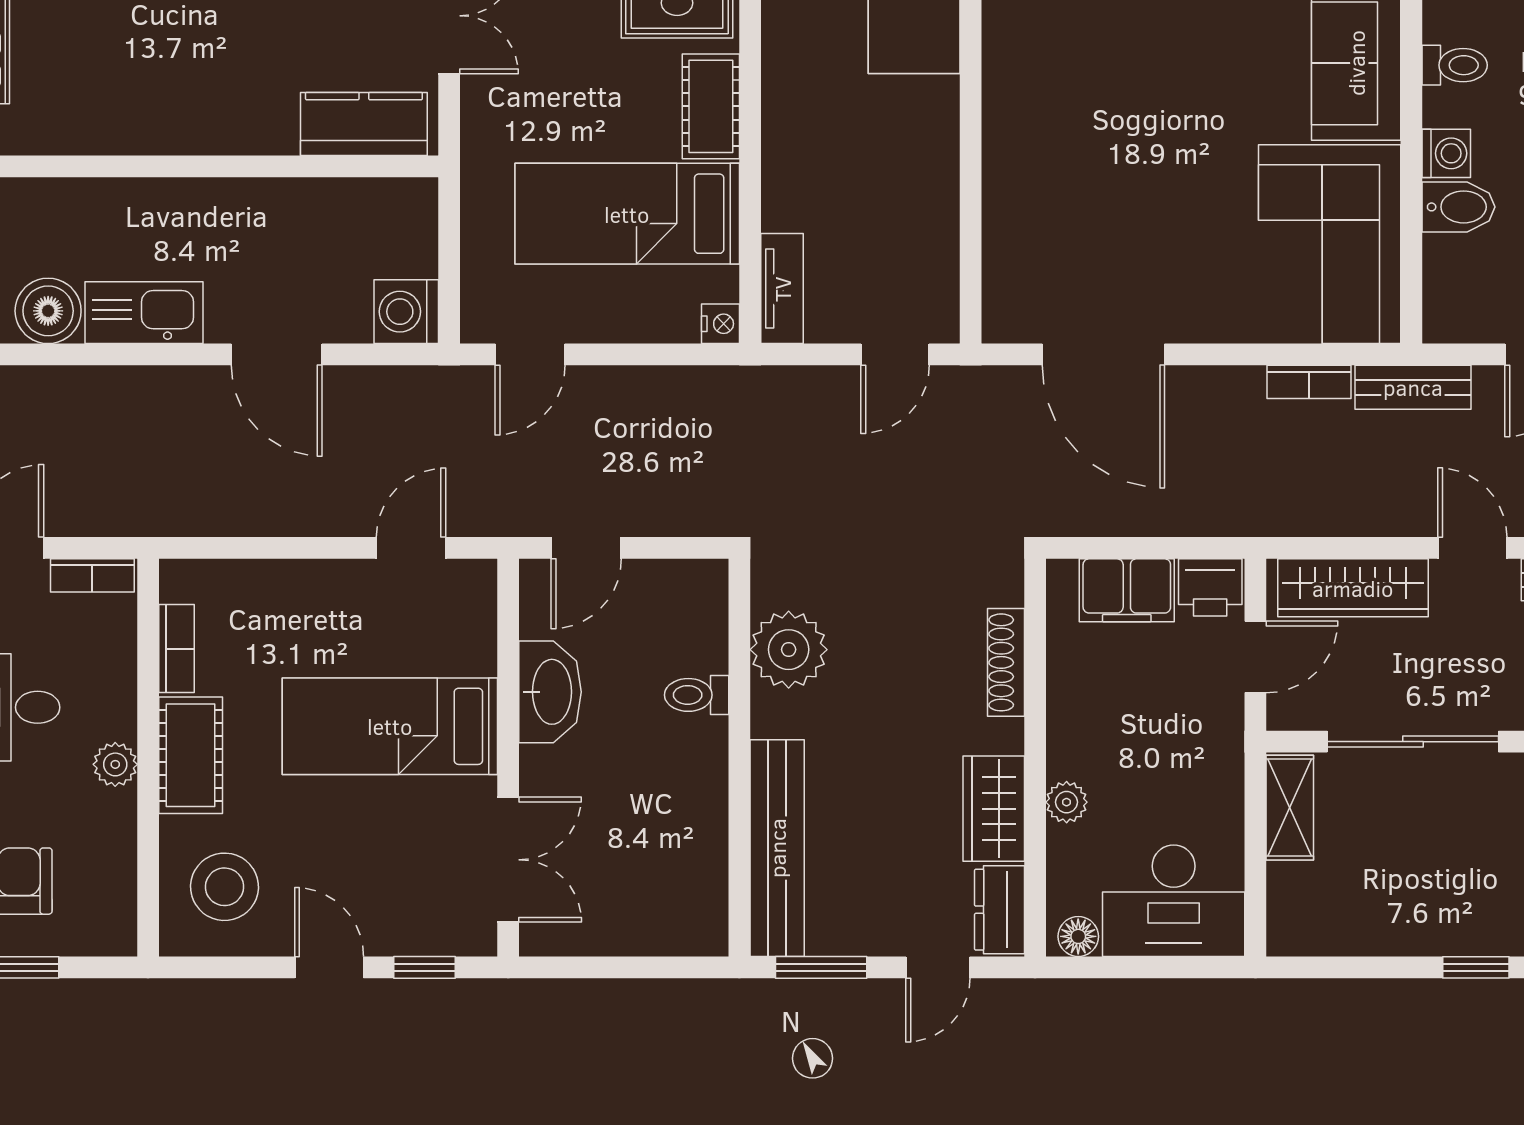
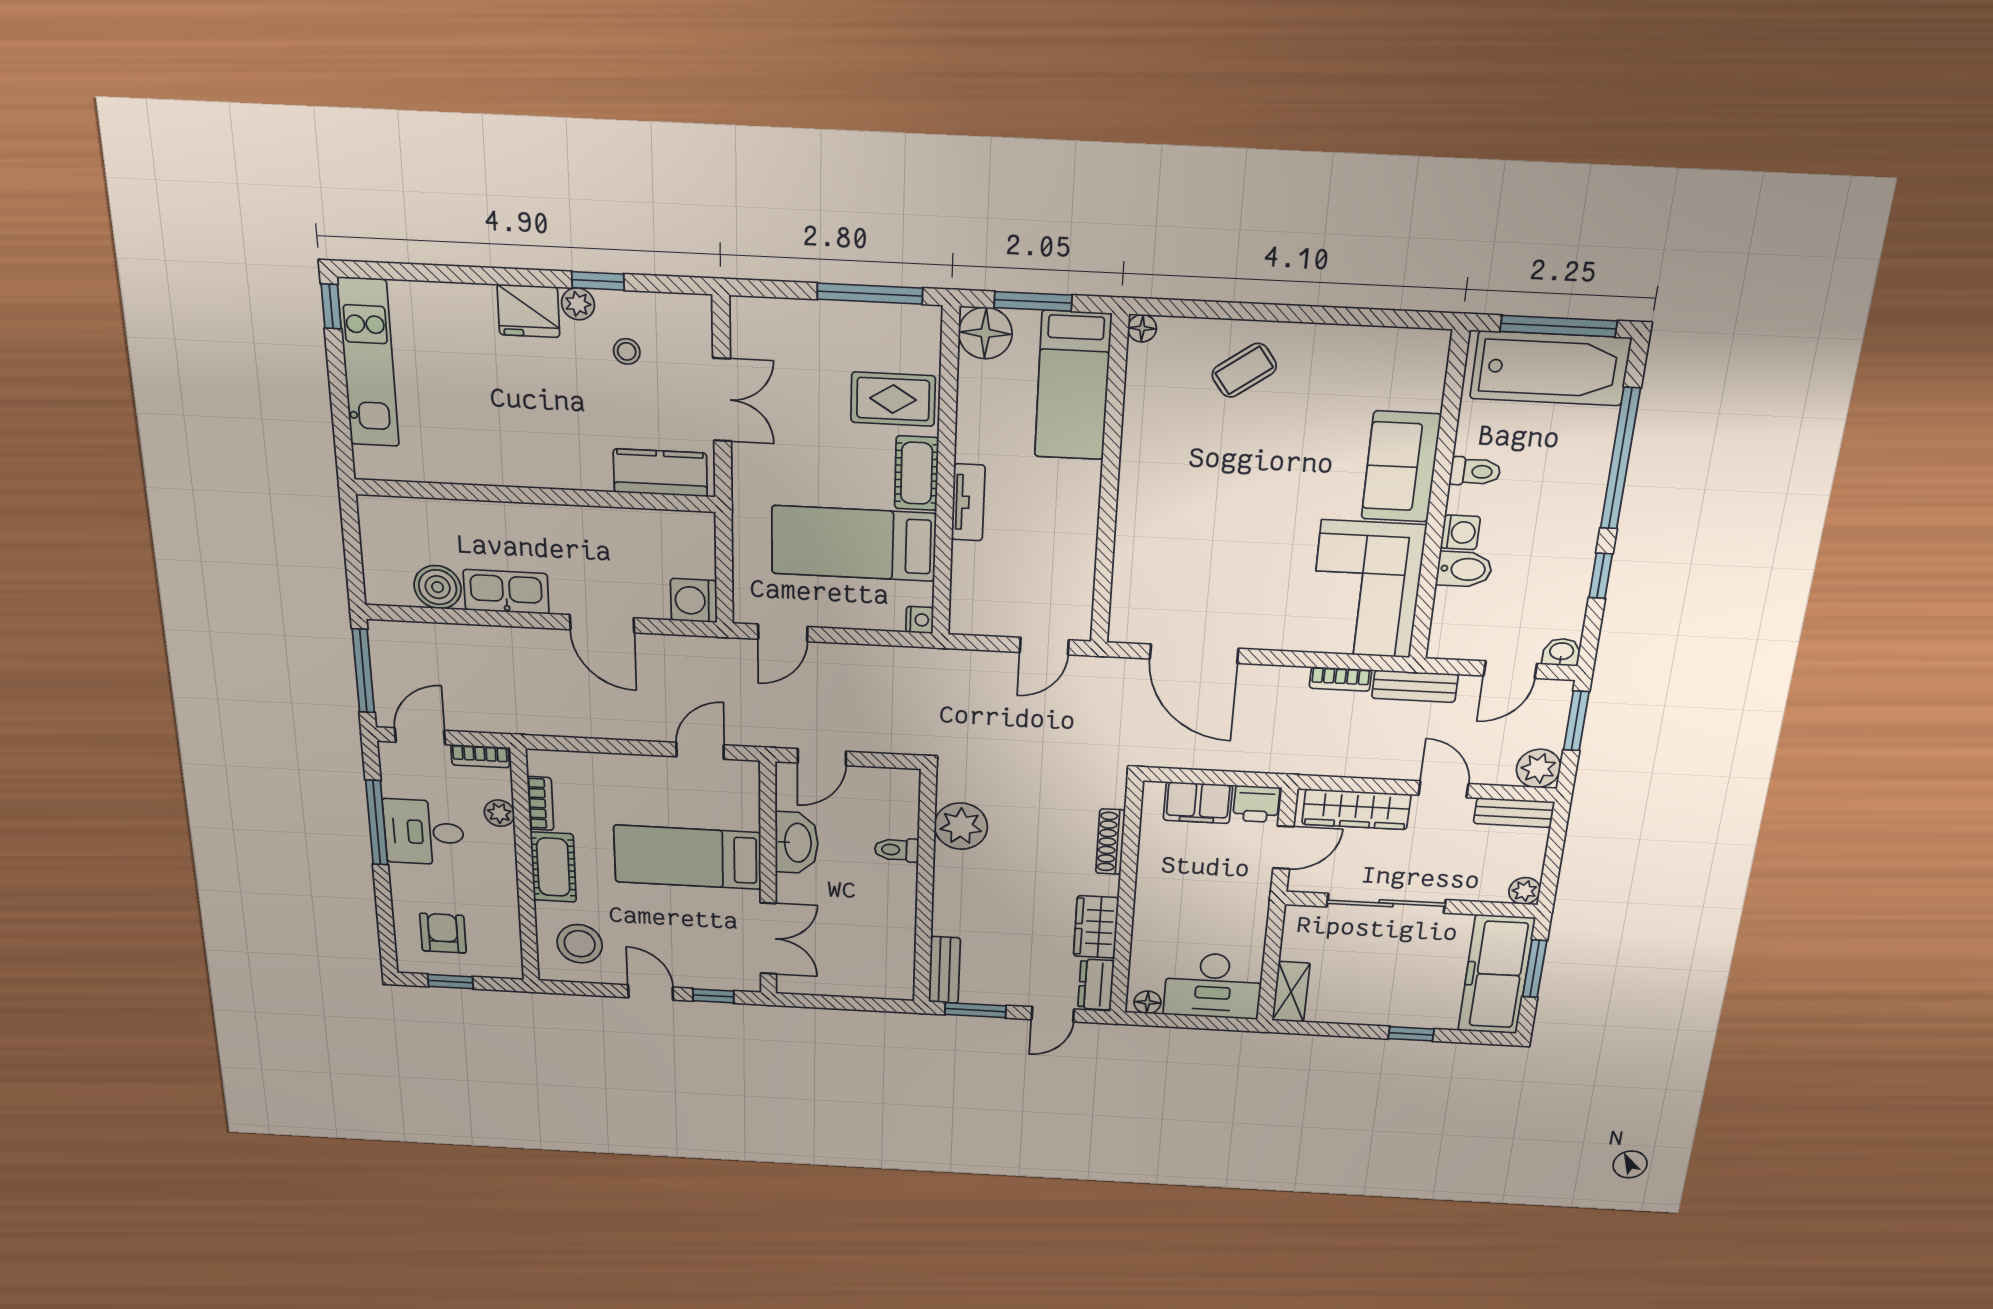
tv unit: (782, 289) -> (968, 502), moved
plant: (115, 764) -> (499, 813), moved
plant: (1067, 802) -> (1146, 926), removed
shelving: (1290, 808) -> (1291, 992), moved
bench: (777, 848) -> (944, 970), width x0.54, depth x0.82

